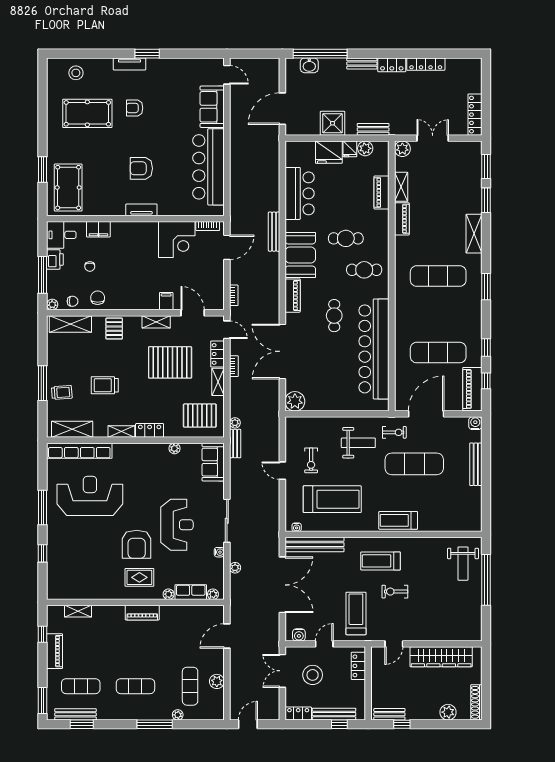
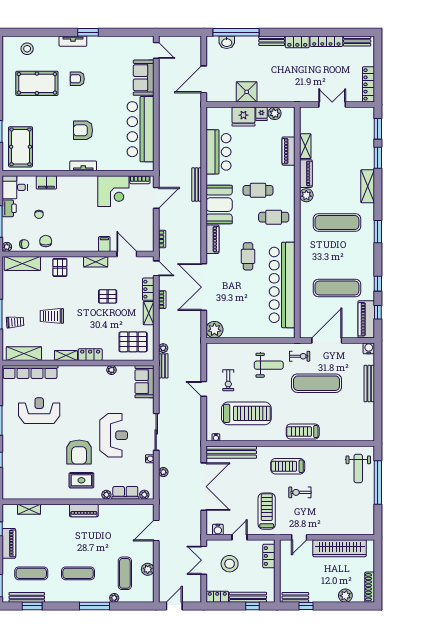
bench: (373, 129) -> (357, 41), moved
plant: (402, 149) -> (306, 195), moved
pallet: (170, 362) -> (108, 296), width x0.49, depth x0.50
reception desk: (90, 496) -> (39, 411), width x0.74, depth x0.77

